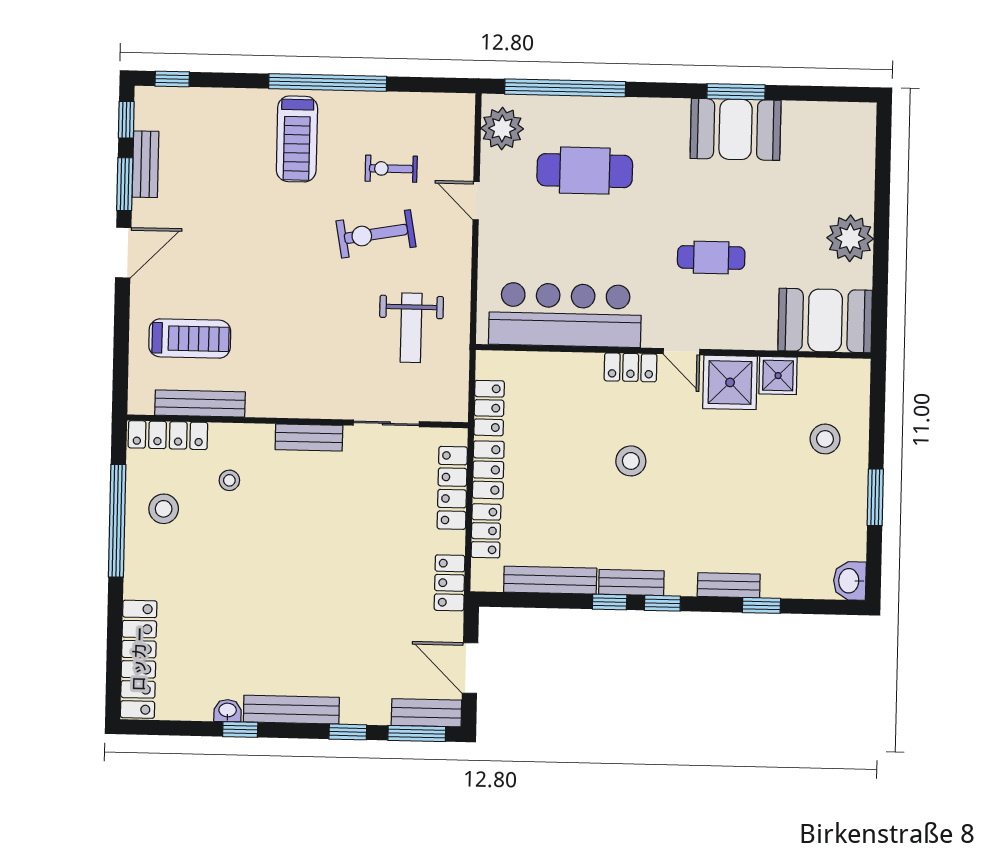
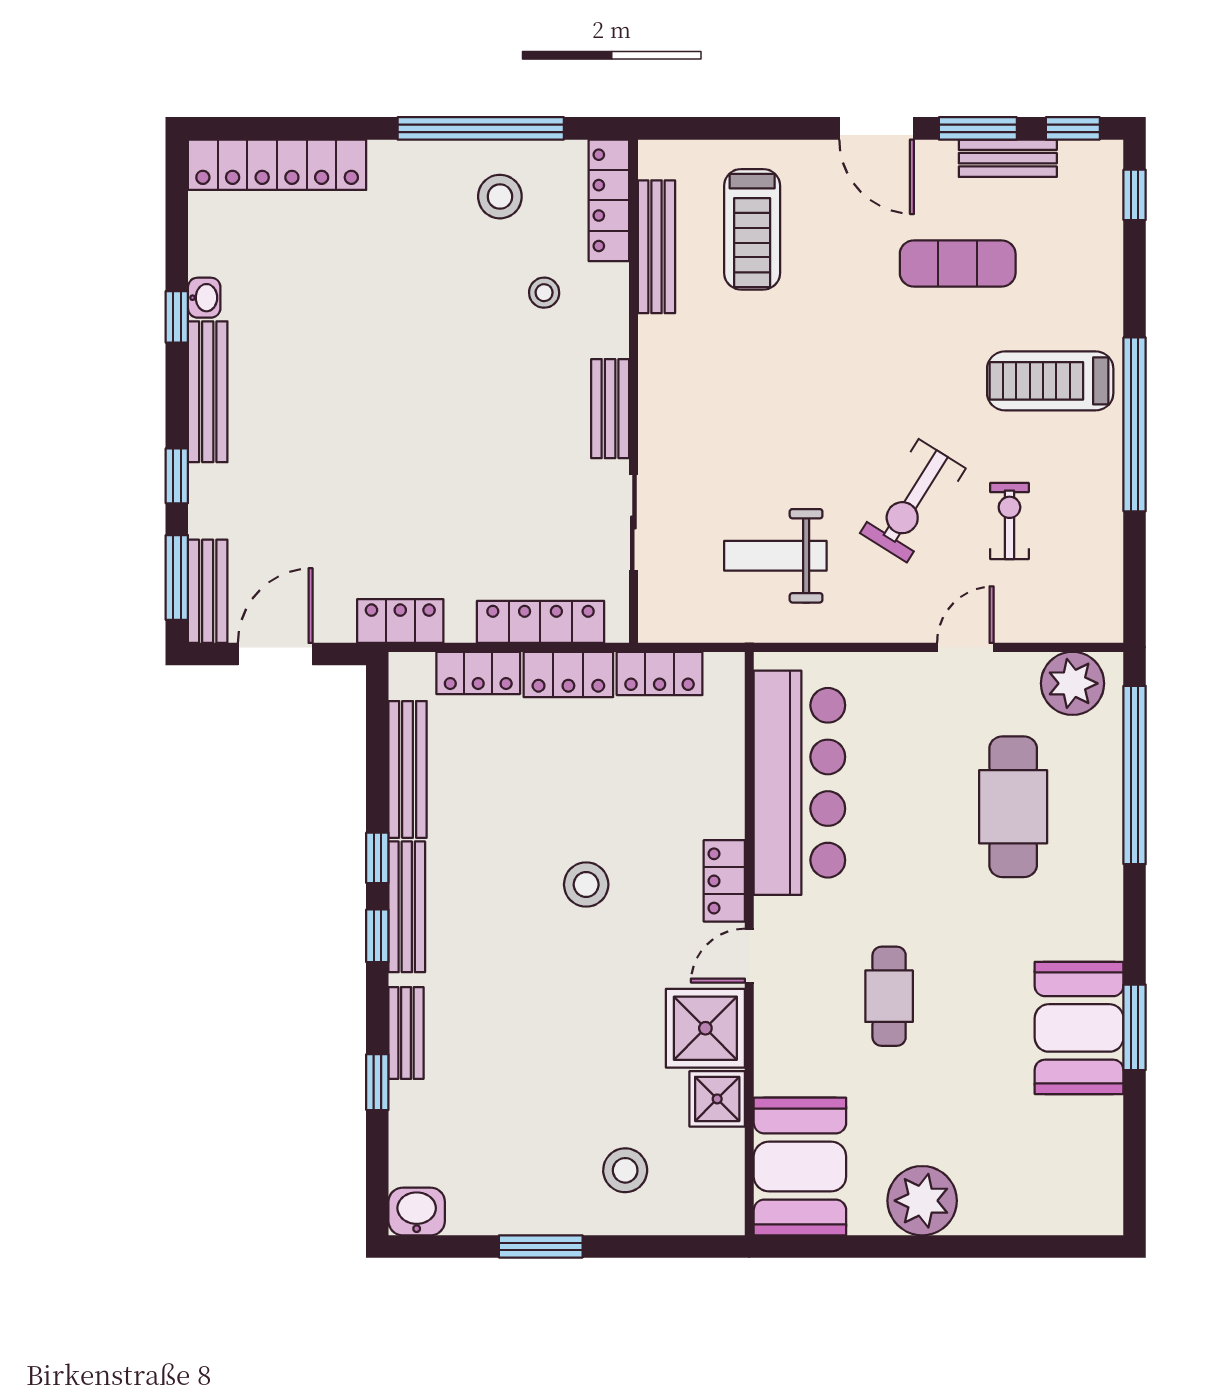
exercise mat: (216, 200) -> (958, 263), added
exercise bike: (376, 234) -> (913, 501), turned -138
bench: (631, 583) -> (407, 907), width x1.36

